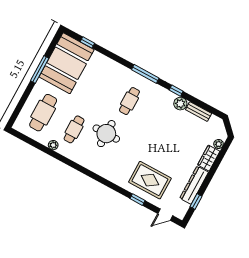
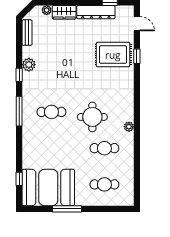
bench: (199, 112) -> (27, 33), moved
cafe table: (43, 113) -> (104, 184), width x0.73, depth x0.74
plant: (53, 145) -> (129, 127), moved
rug: (150, 180) -> (113, 55), turned 90

